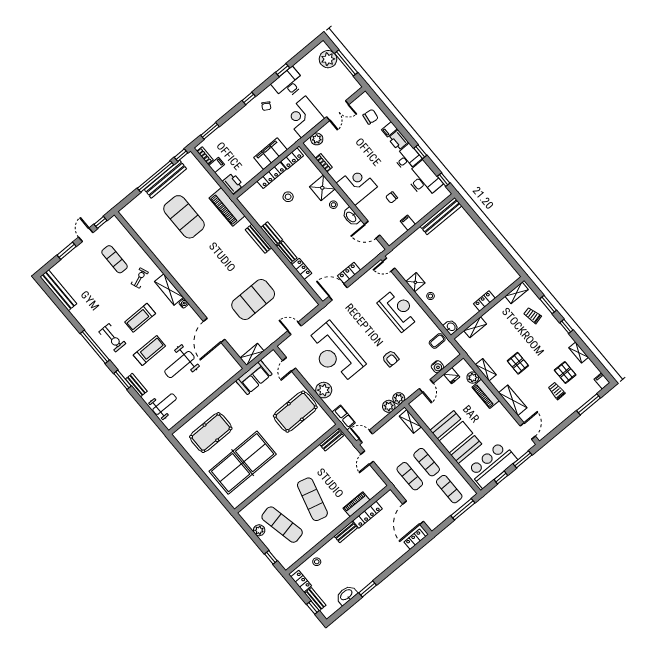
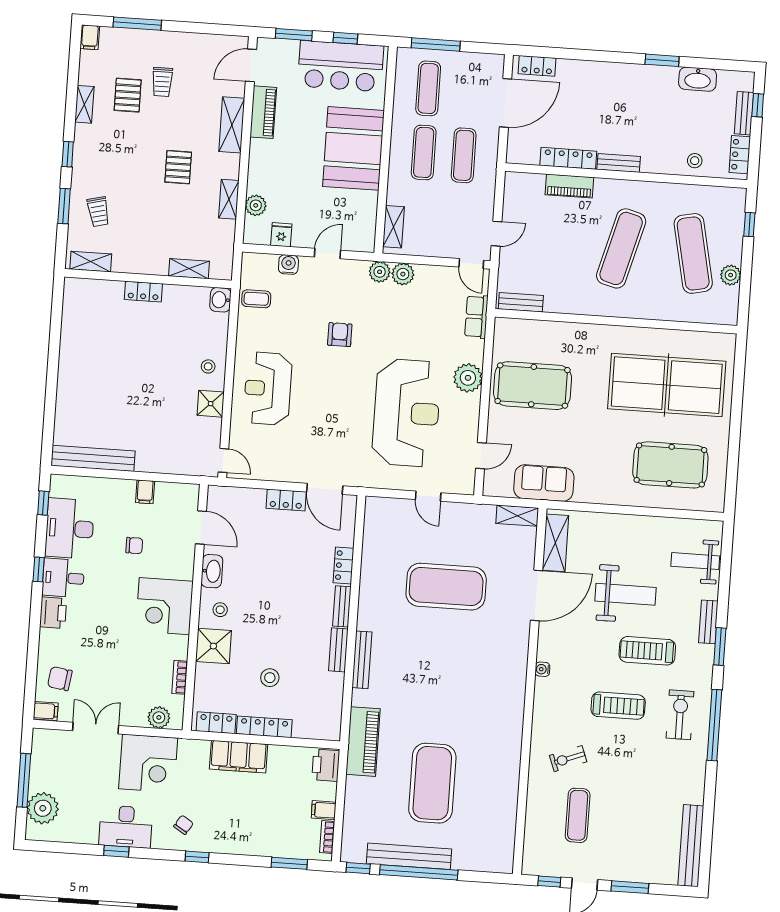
filing cabinet: (389, 129) -> (46, 711), moved
shelving: (169, 289) -> (555, 543), moved
piano: (486, 394) -> (263, 112), moved

